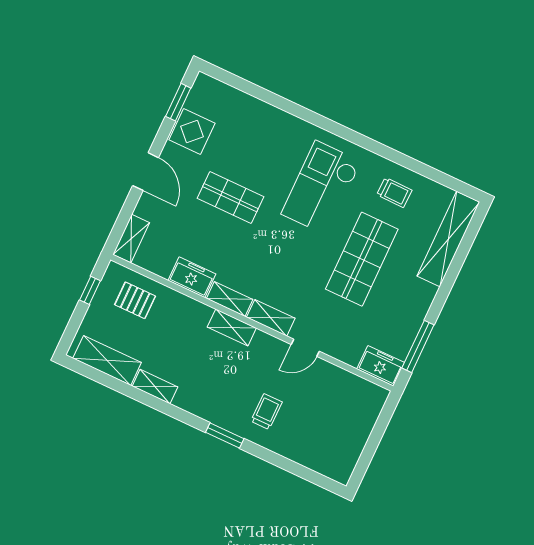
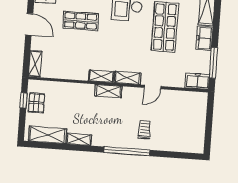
freezer: (192, 277) -> (204, 38), moved, turned -90
pallet: (135, 300) -> (36, 103), moved, turned 90
window: (225, 436) -> (127, 151), width x2.11

